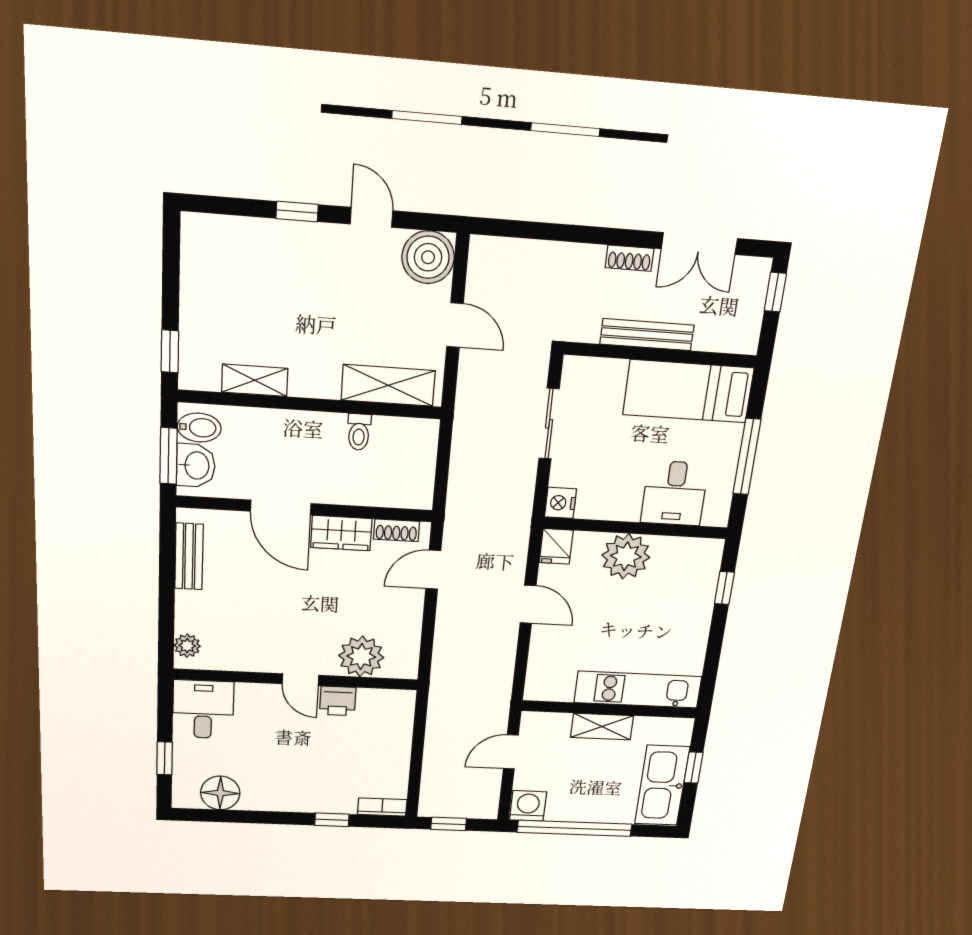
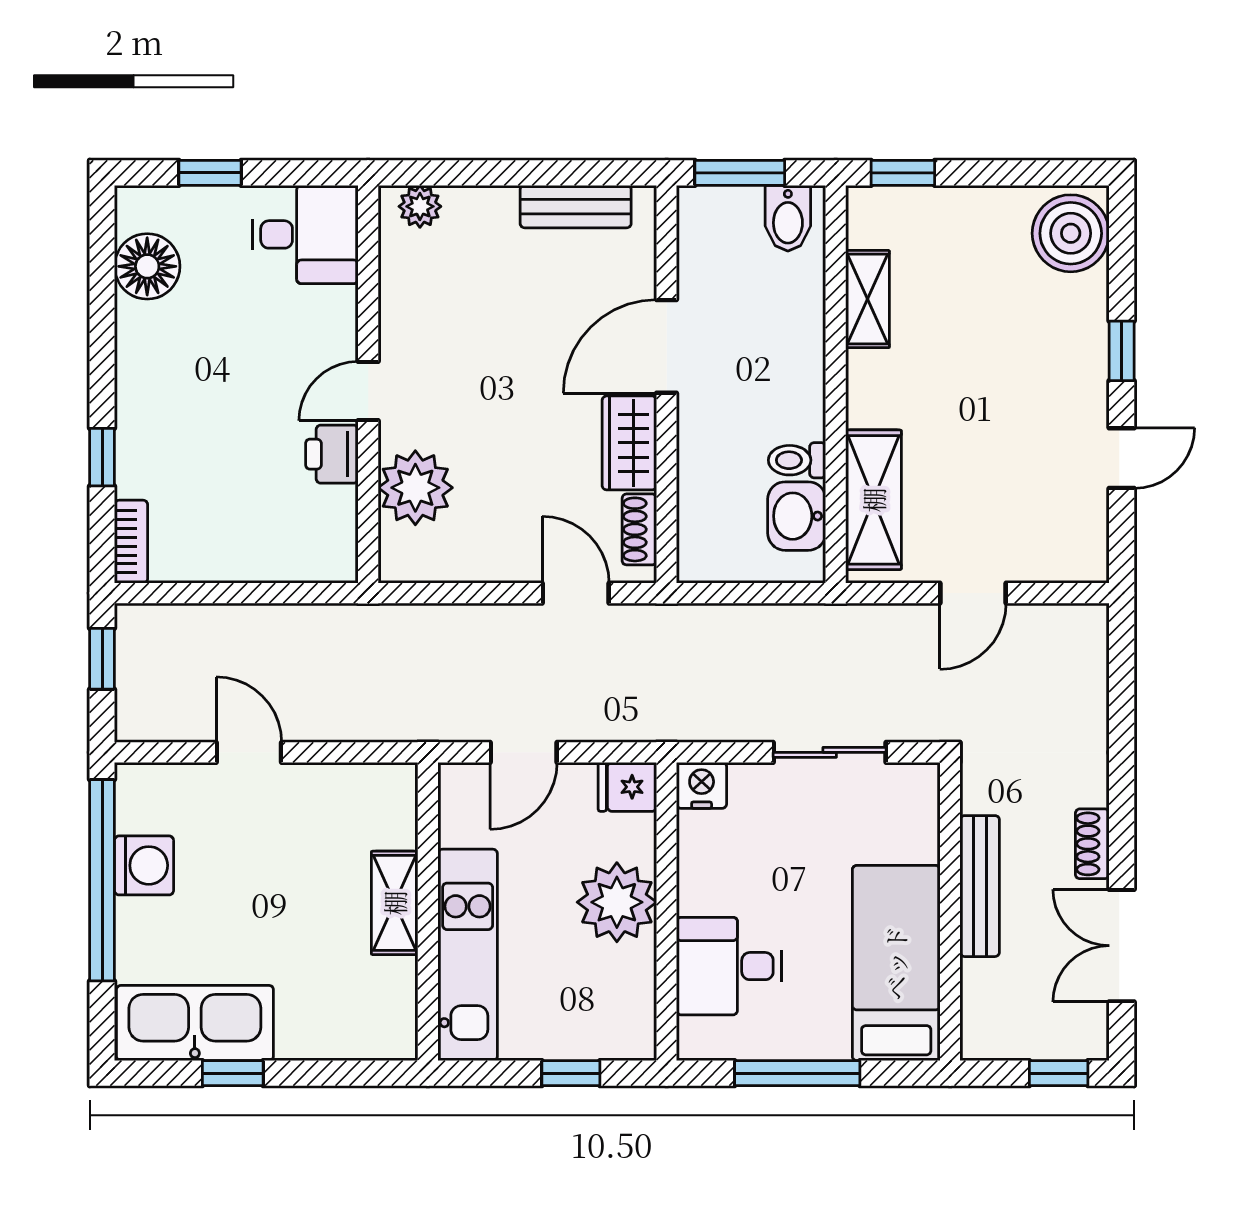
boiler: (428, 257) -> (1071, 233), moved
washbasin: (196, 465) -> (797, 516), moved, turned 90
kitchen unit: (638, 690) -> (468, 955), moved
wall: (609, 709) -> (428, 911), moved
shelving: (602, 726) -> (395, 903), moved
washing machine: (528, 806) -> (144, 865), moved

